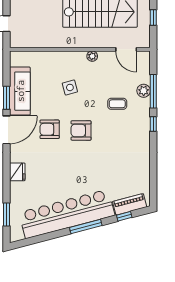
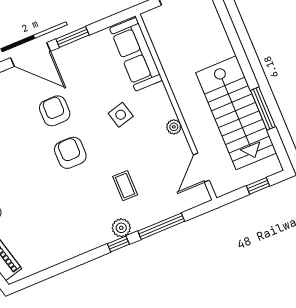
sofa: (20, 91) -> (136, 54), moved, turned 90
plant: (144, 91) -> (121, 228), moved

